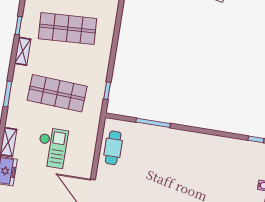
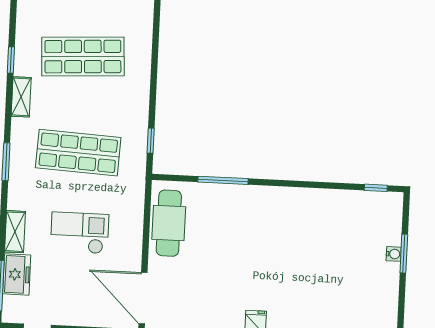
checkout: (52, 148) -> (80, 233), turned -90
cafe table: (113, 148) -> (169, 223), width x1.37, depth x1.35

